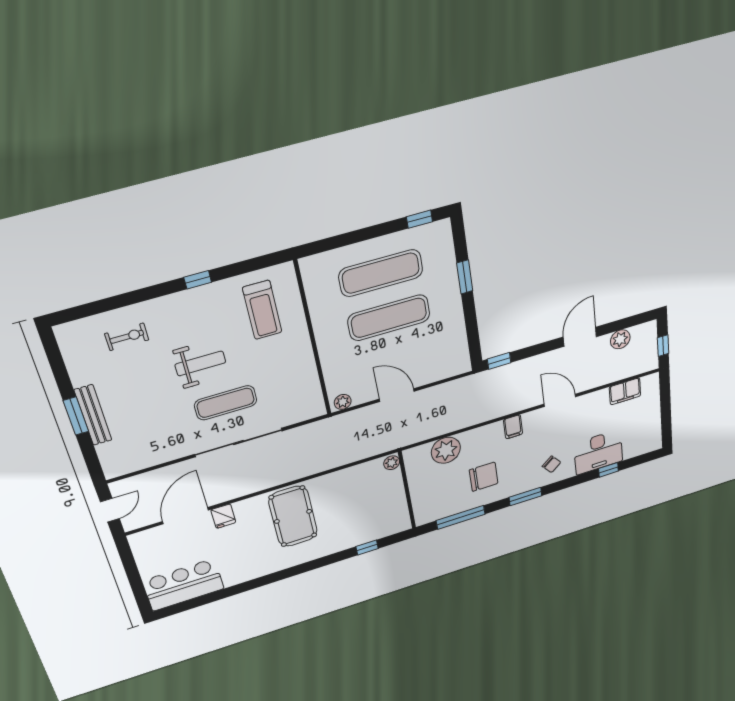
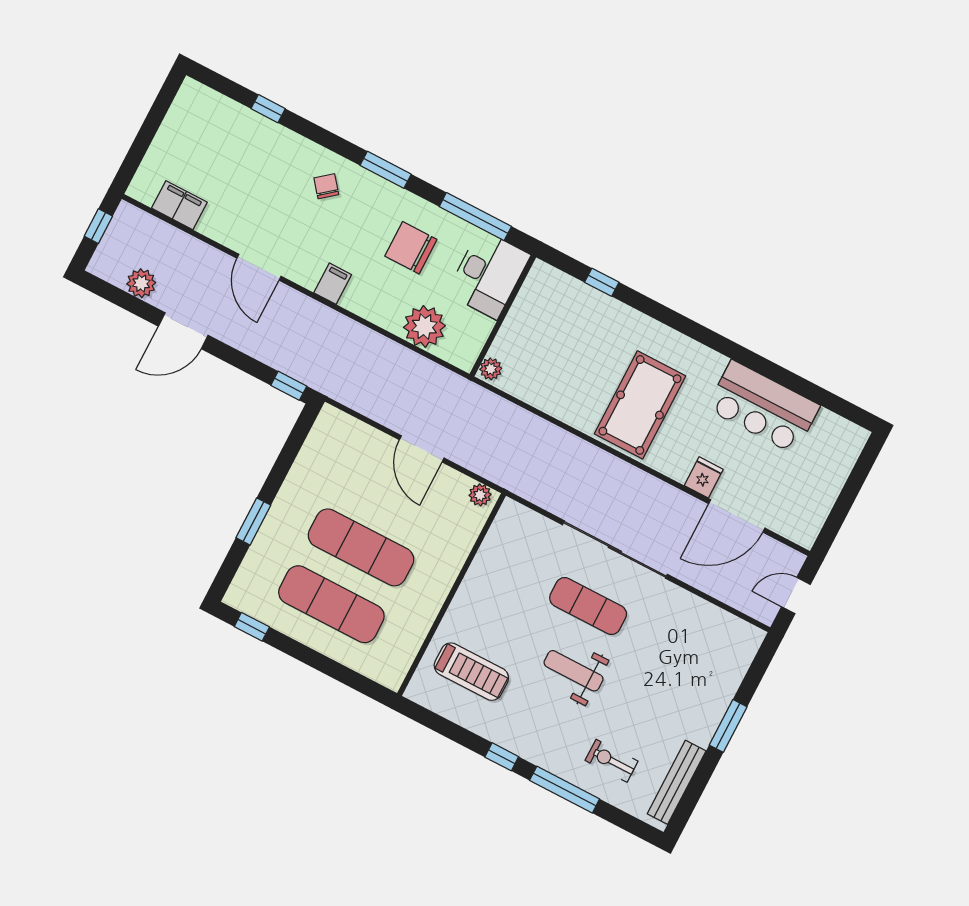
window: (139, 296) -> (565, 790), added
treadmill: (262, 310) -> (471, 672), turned 90
bench: (93, 415) -> (677, 782), moved
desk: (598, 452) -> (489, 274), moved, turned 90
bar counter: (184, 585) -> (763, 407), moved

